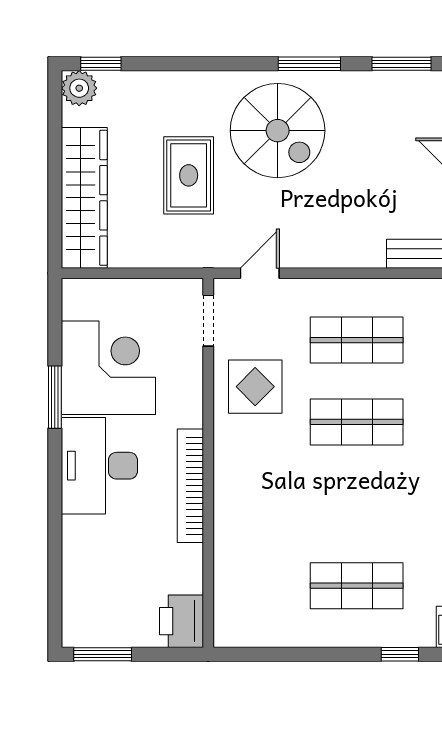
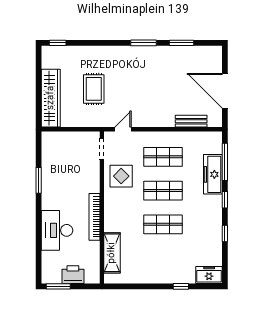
plant: (79, 88) -> (49, 53), removed
spiral stairs: (278, 131) -> (130, 70), removed
corner desk: (108, 368) -> (61, 168), removed
desk: (99, 466) -> (57, 230), moved
shelving: (233, 573) -> (112, 253), added
shop shelf: (357, 586) -> (163, 224), moved
printer: (181, 621) -> (73, 275), moved, turned 90

